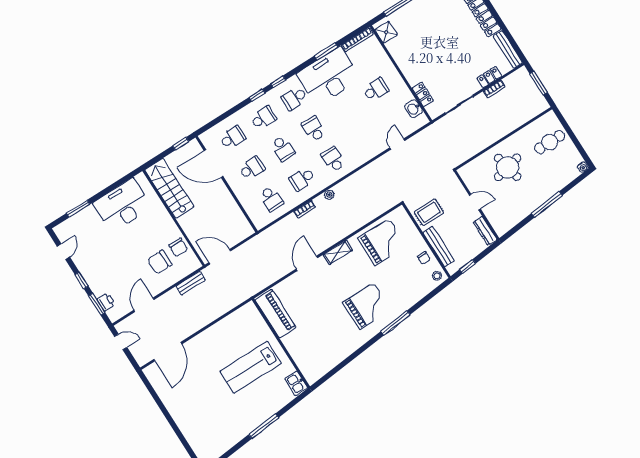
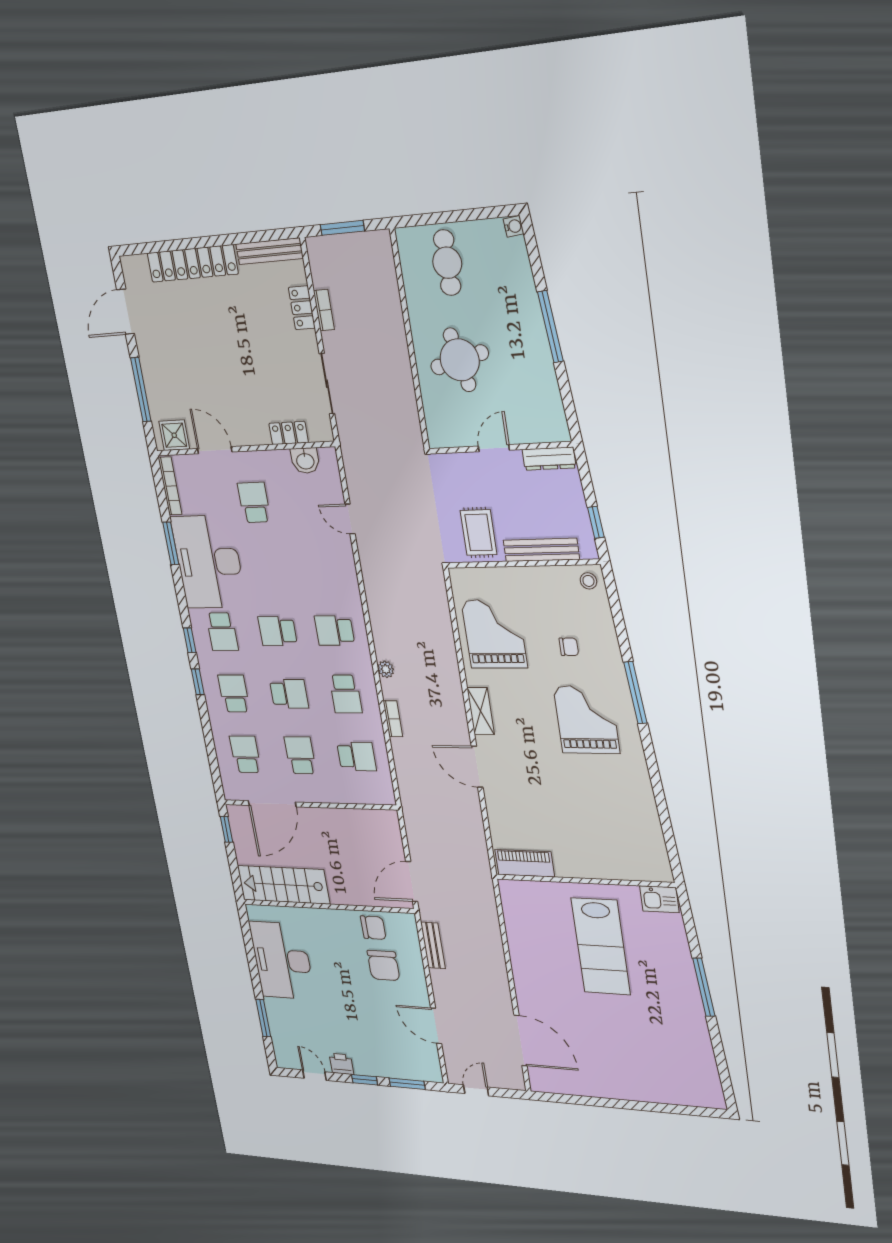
door: (391, 58) -> (215, 450), added
chair: (424, 258) -> (569, 647), moved
printer: (106, 302) -> (341, 1064), moved
piano: (276, 314) -> (525, 863), width x0.73, depth x0.75

